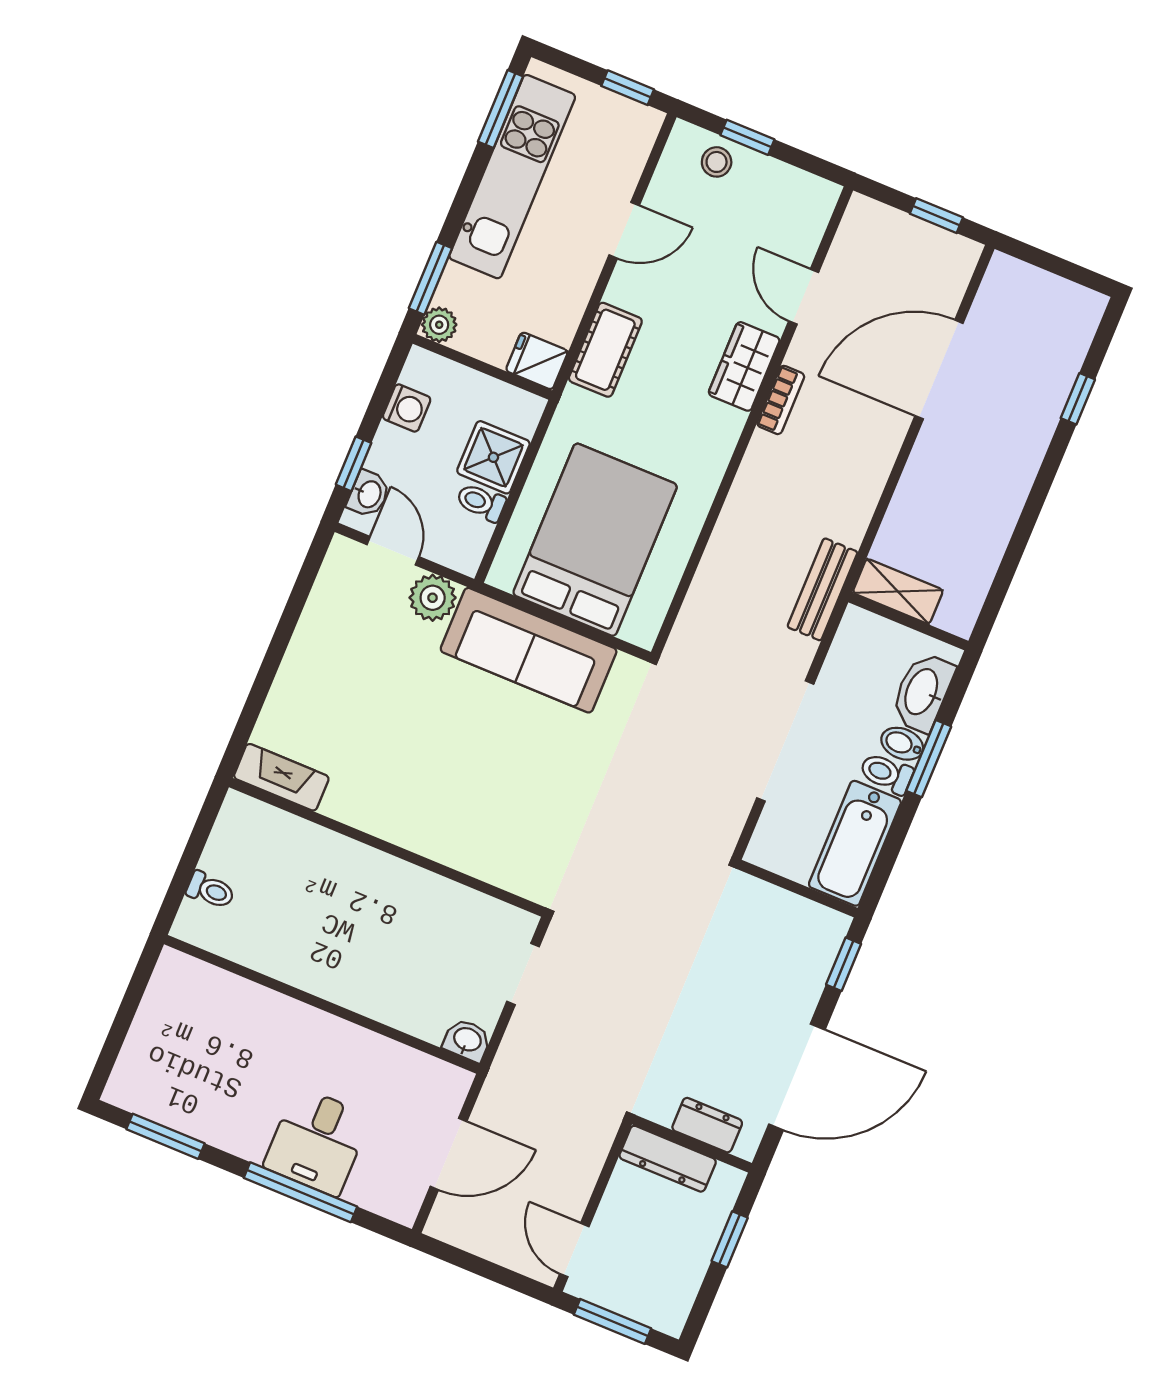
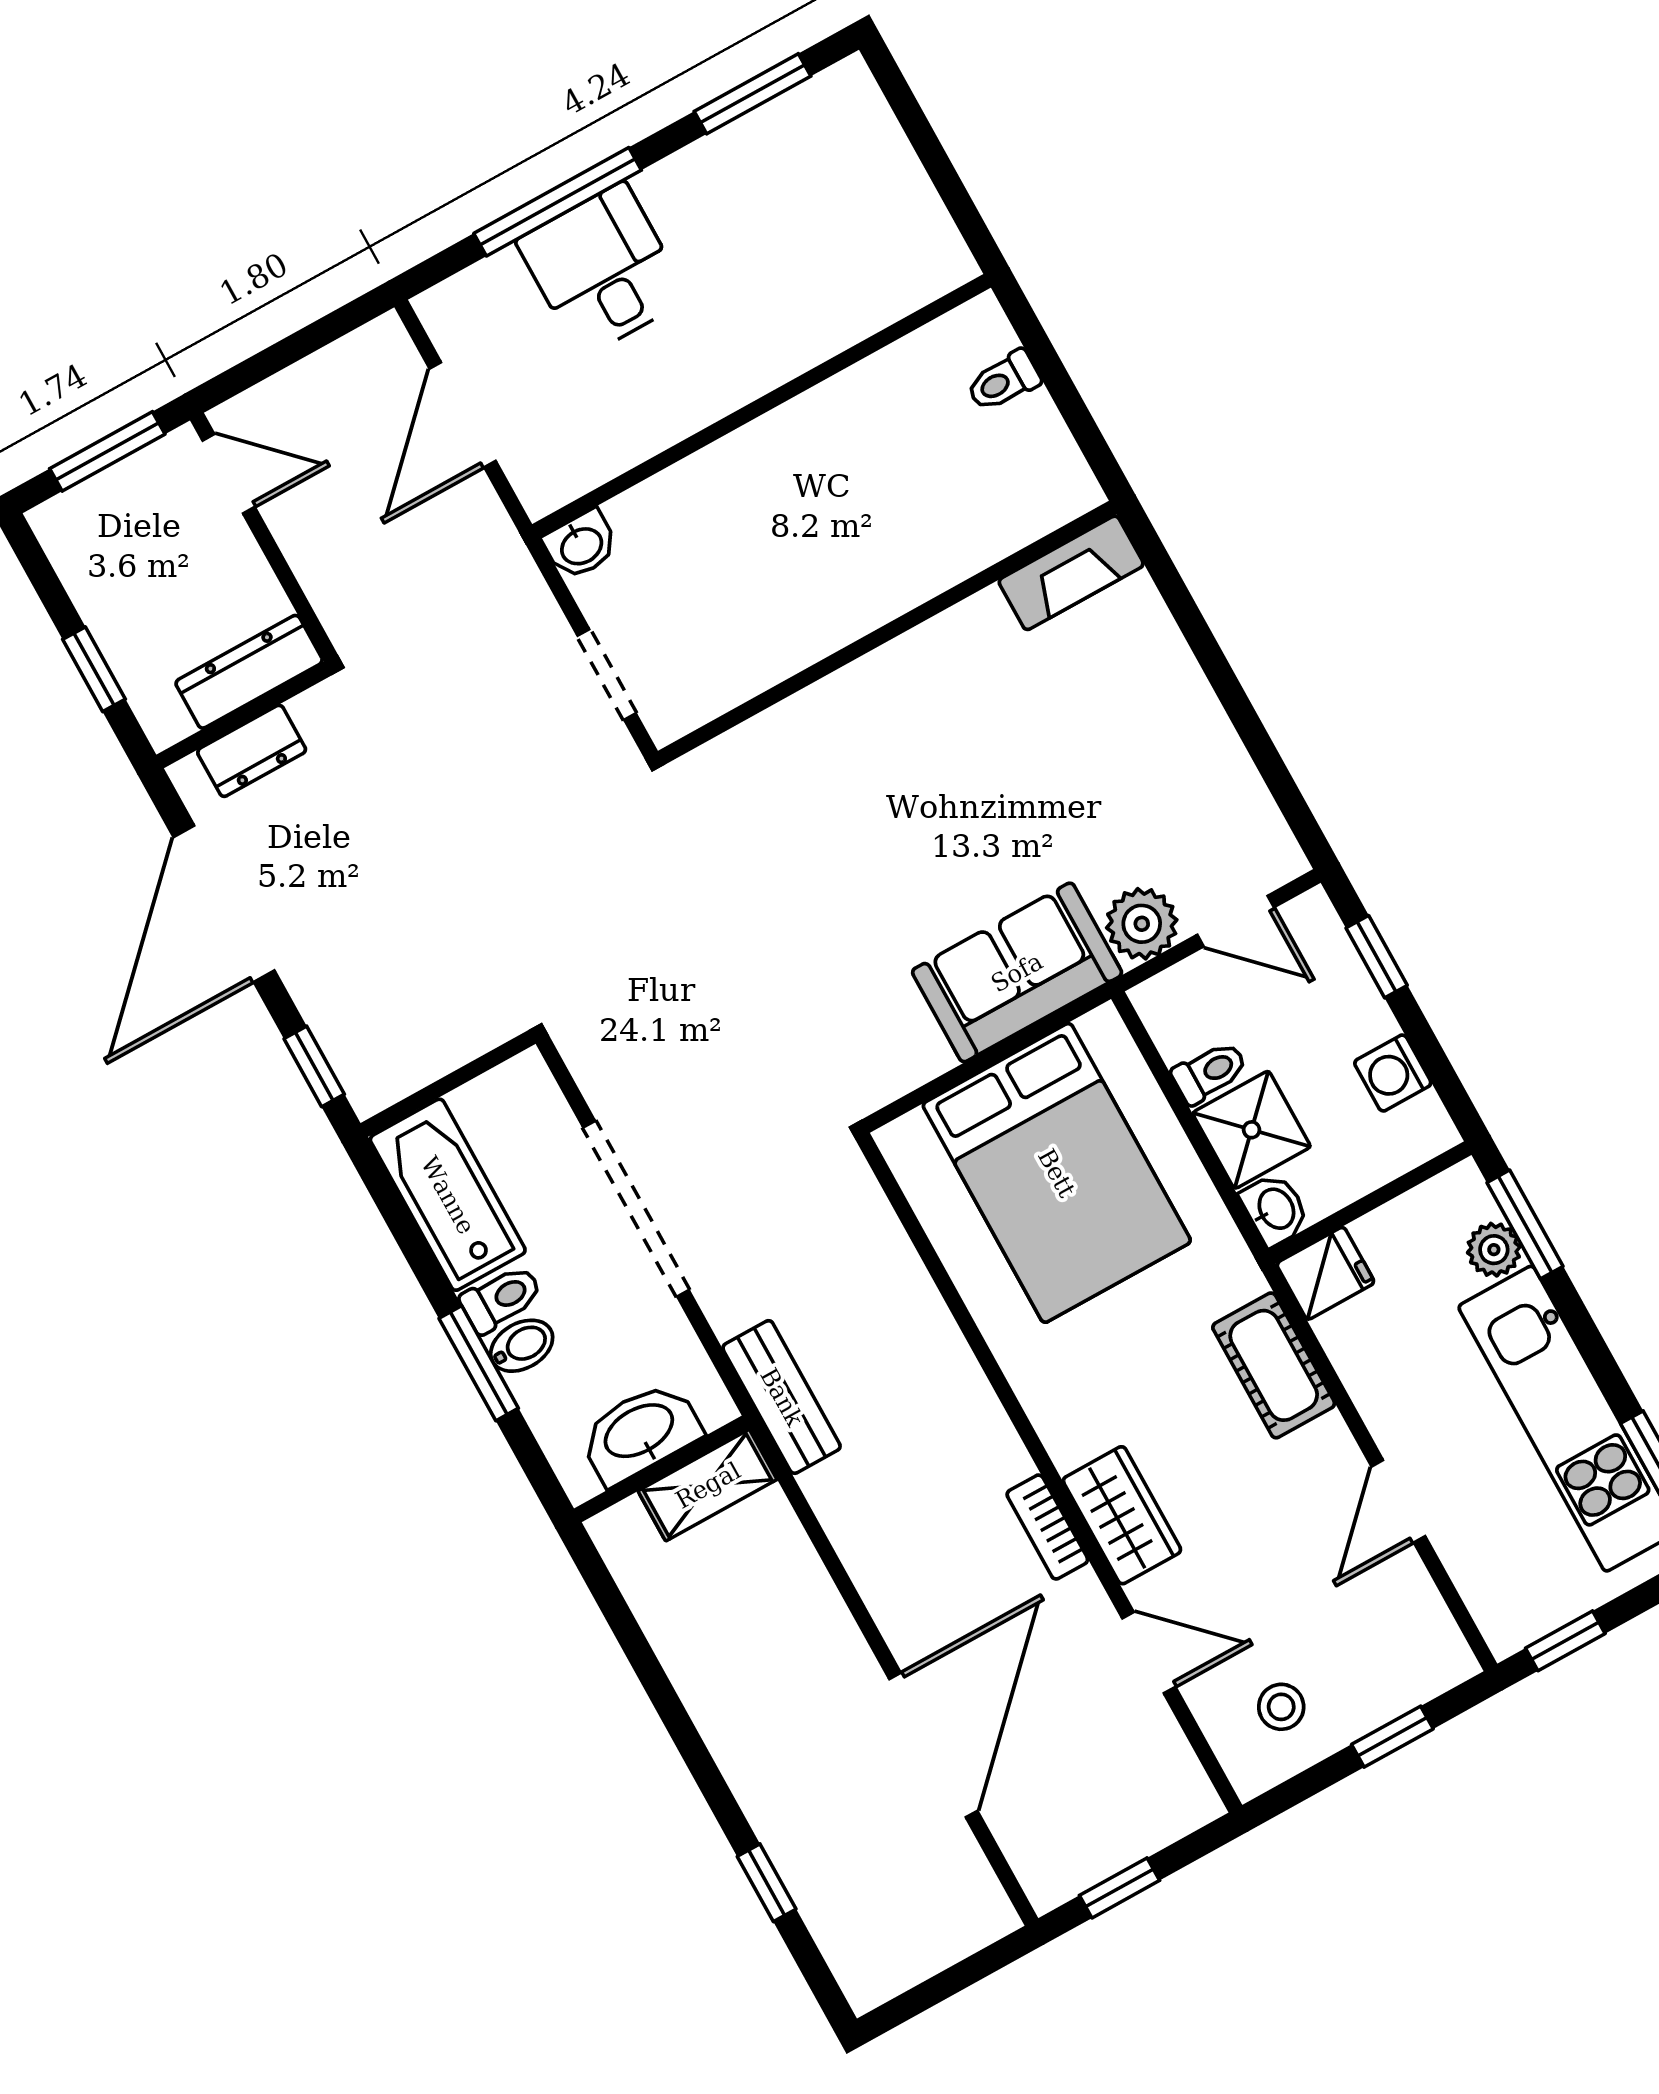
stool: (717, 162) -> (1281, 1707), moved
plant: (439, 325) -> (1494, 1250), moved
washbasin: (369, 494) -> (1275, 1209), moved, turned 180
sofa: (529, 650) -> (1017, 972), width x0.73
washbasin: (922, 692) -> (640, 1432), moved, turned -90

